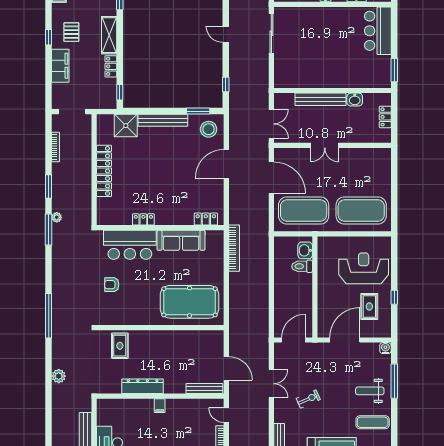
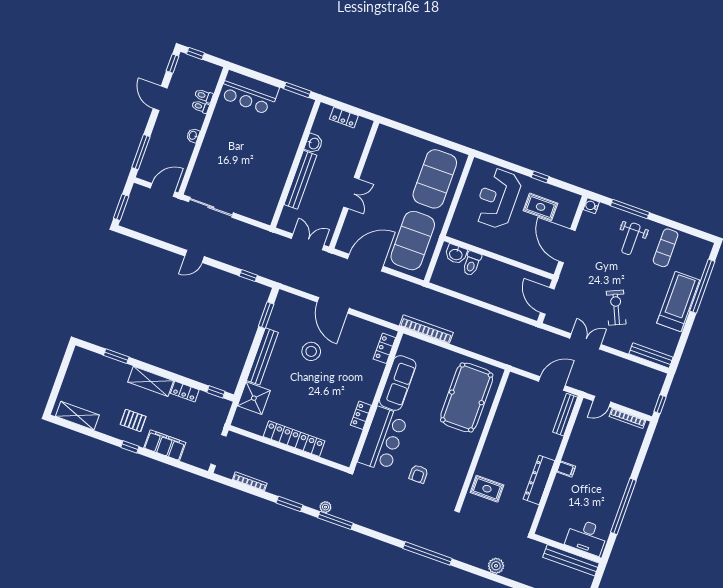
stool: (209, 129) -> (311, 351), moved
exercise bike: (308, 399) -> (616, 308), width x1.38, depth x1.39

